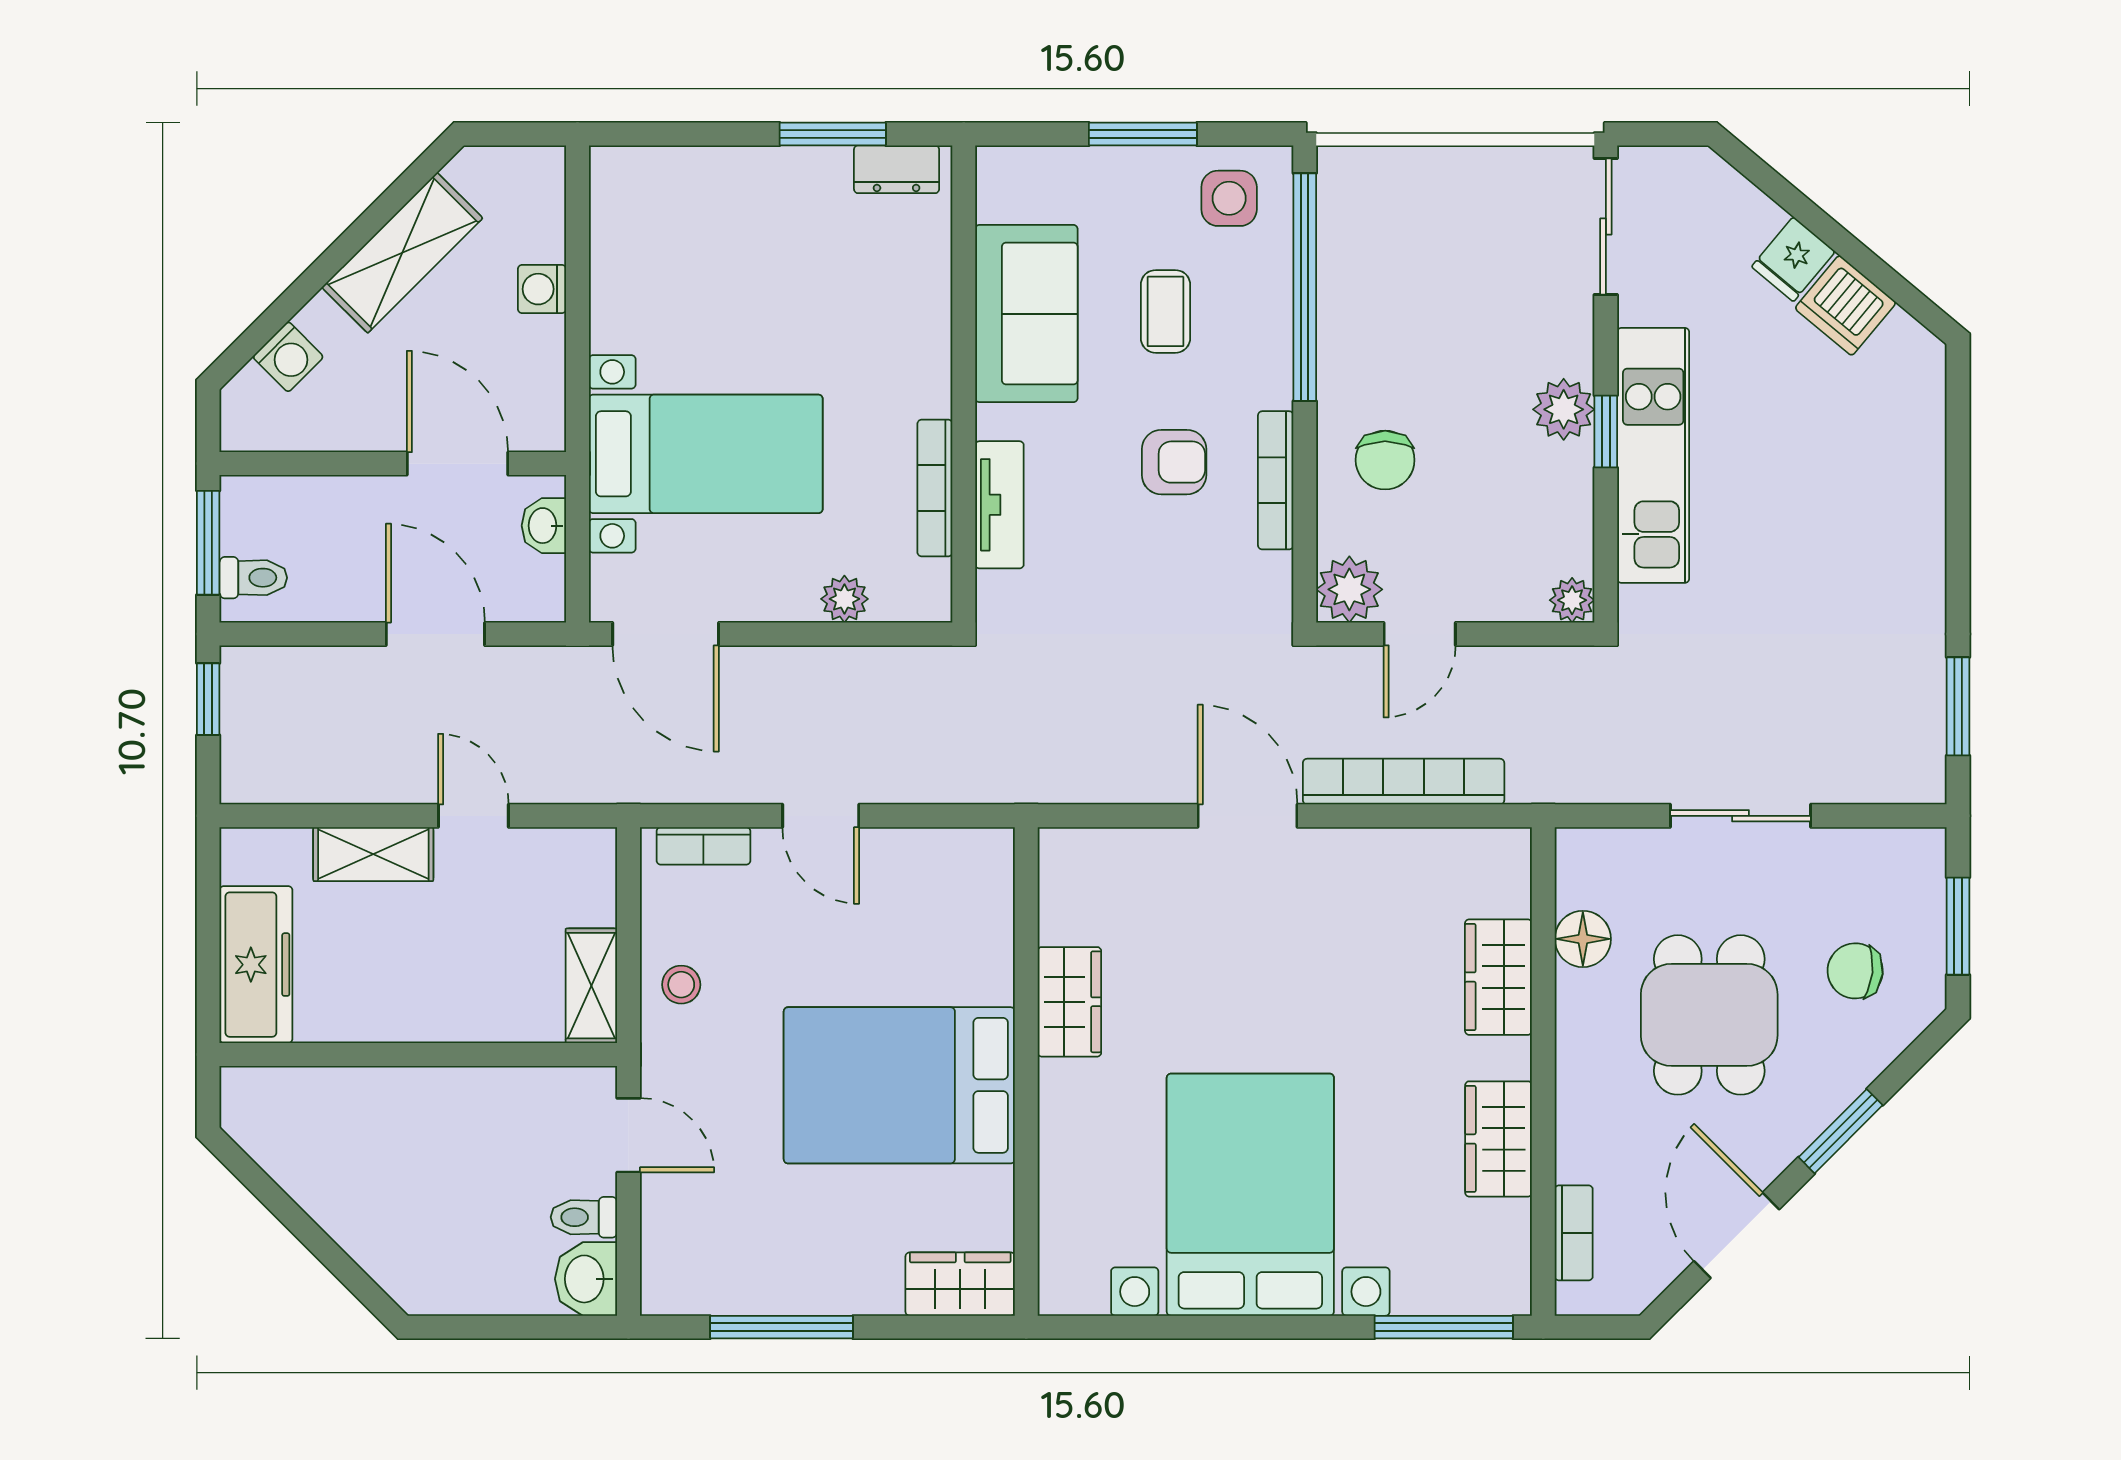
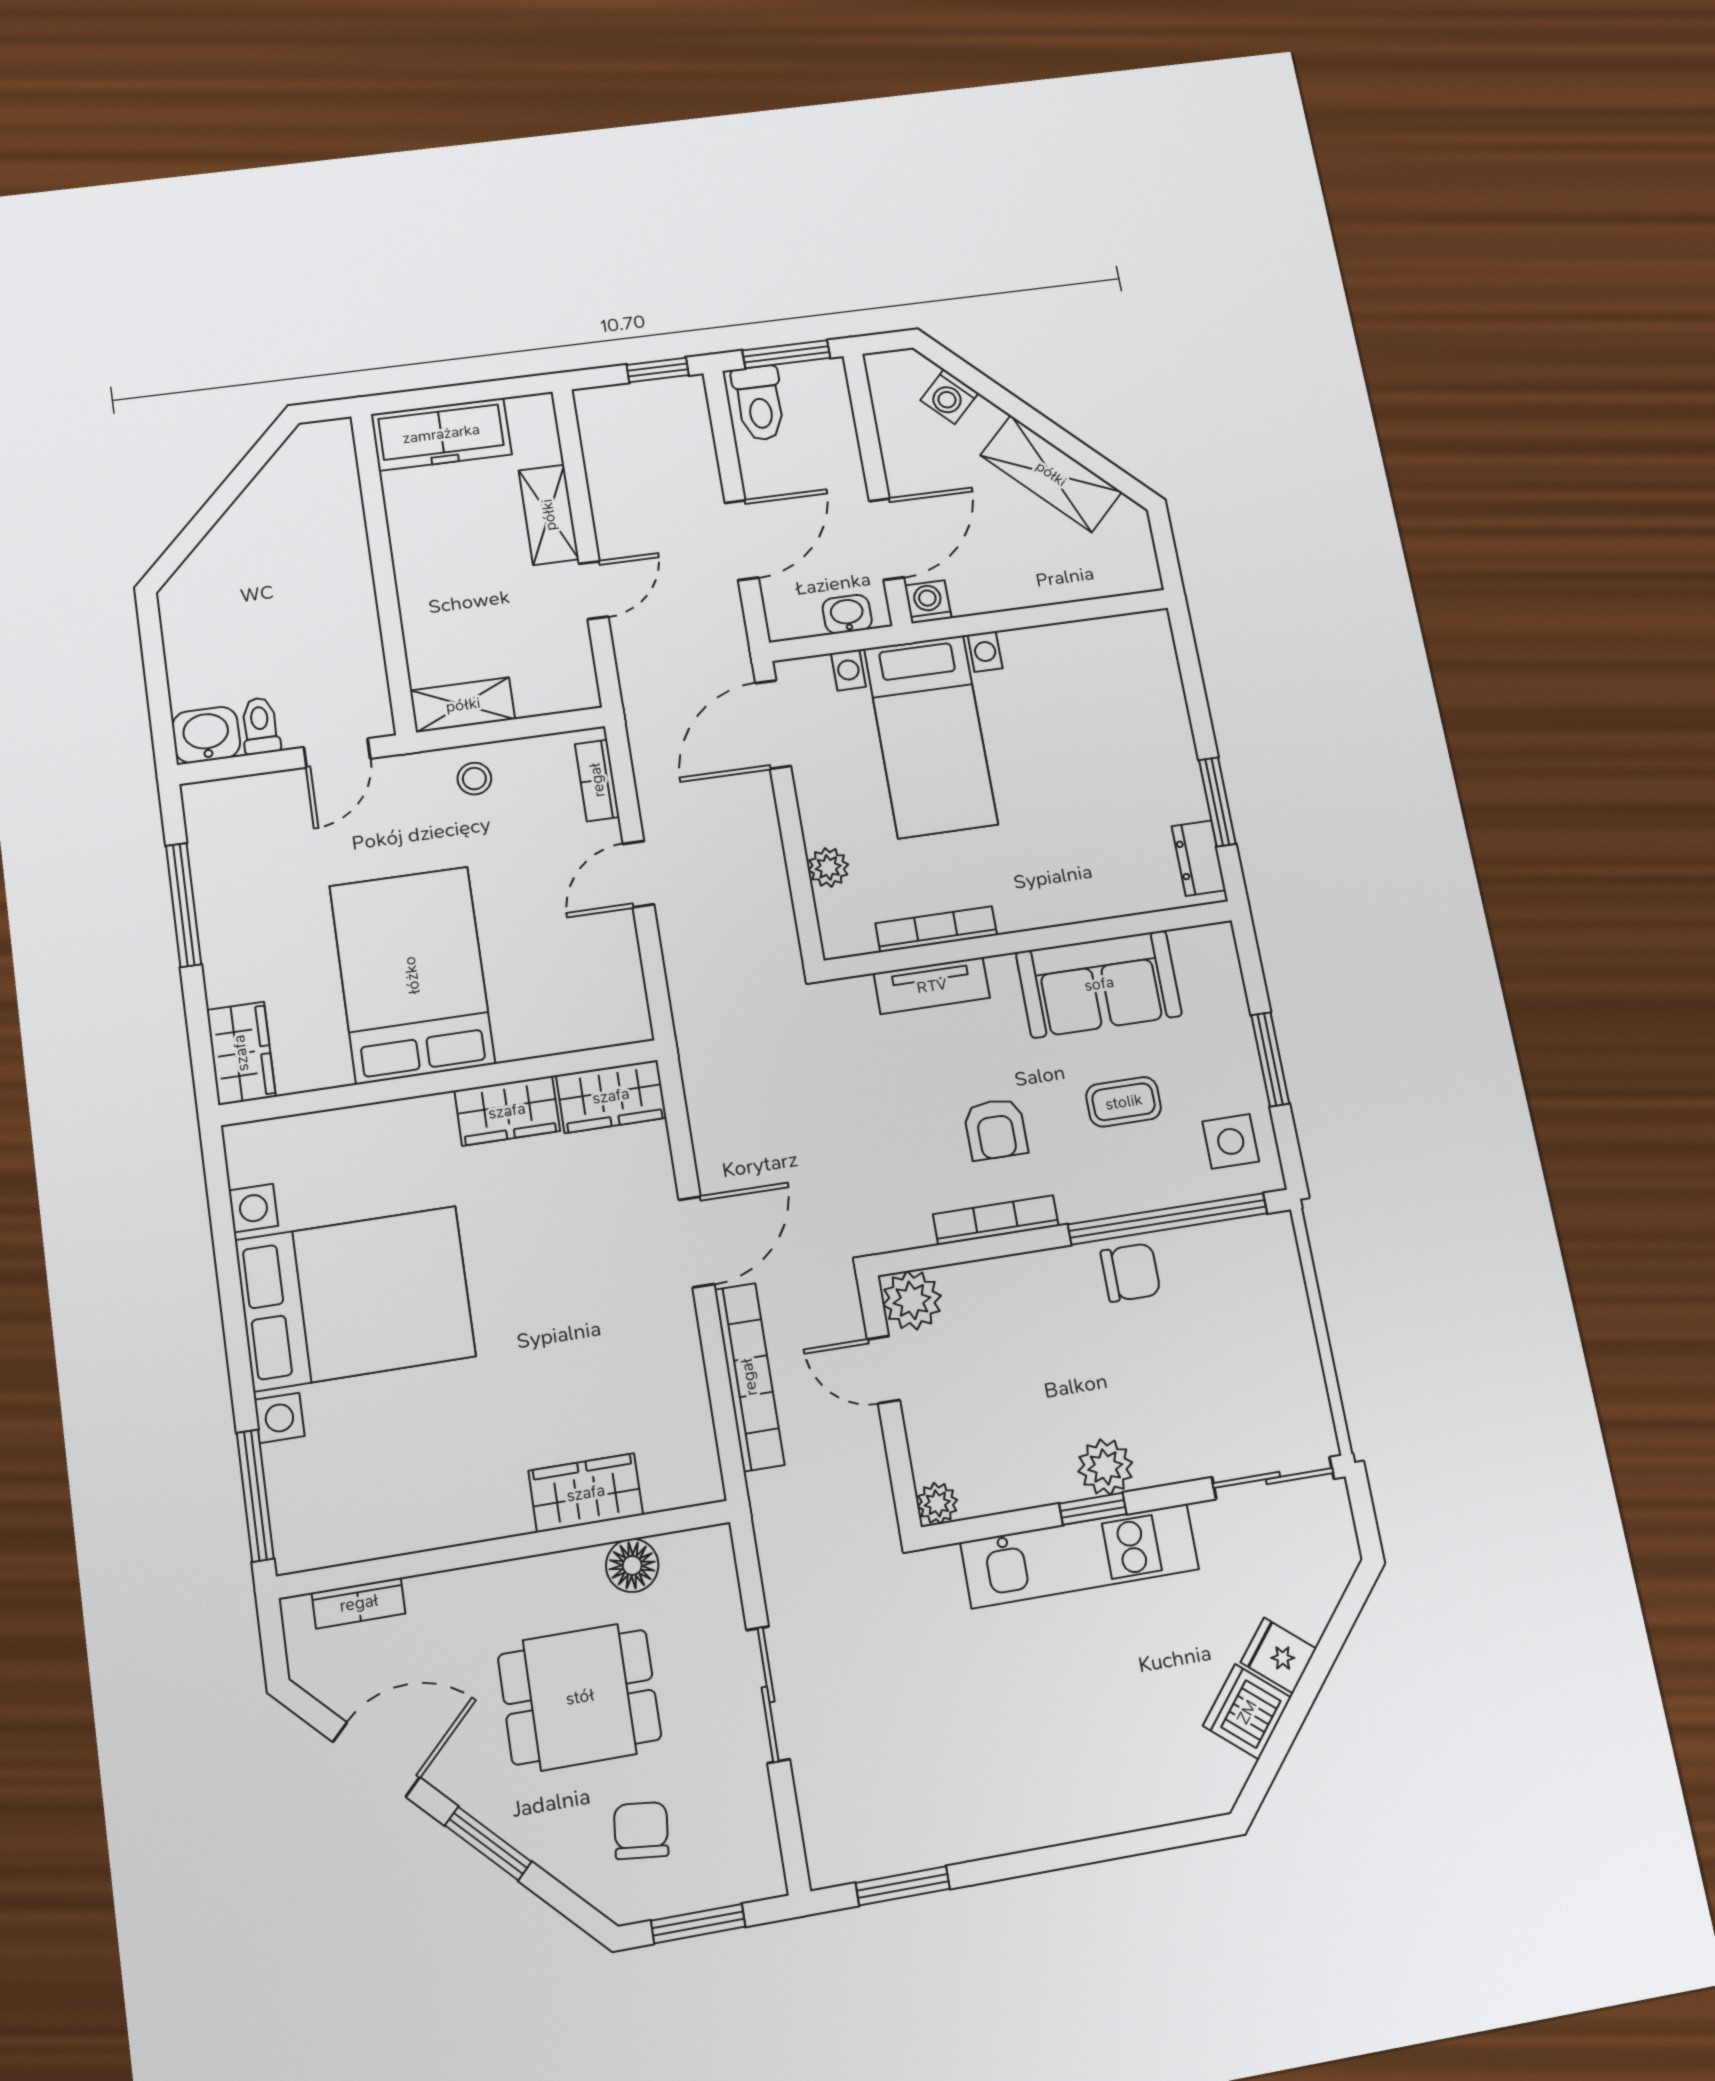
washing machine: (542, 289) -> (928, 602), moved
chair: (1385, 460) -> (1130, 1272), moved, turned 180
toilet: (253, 578) -> (759, 403), width x1.37, depth x1.39
wardrobe: (1499, 1139) -> (611, 1096), moved, turned 180

